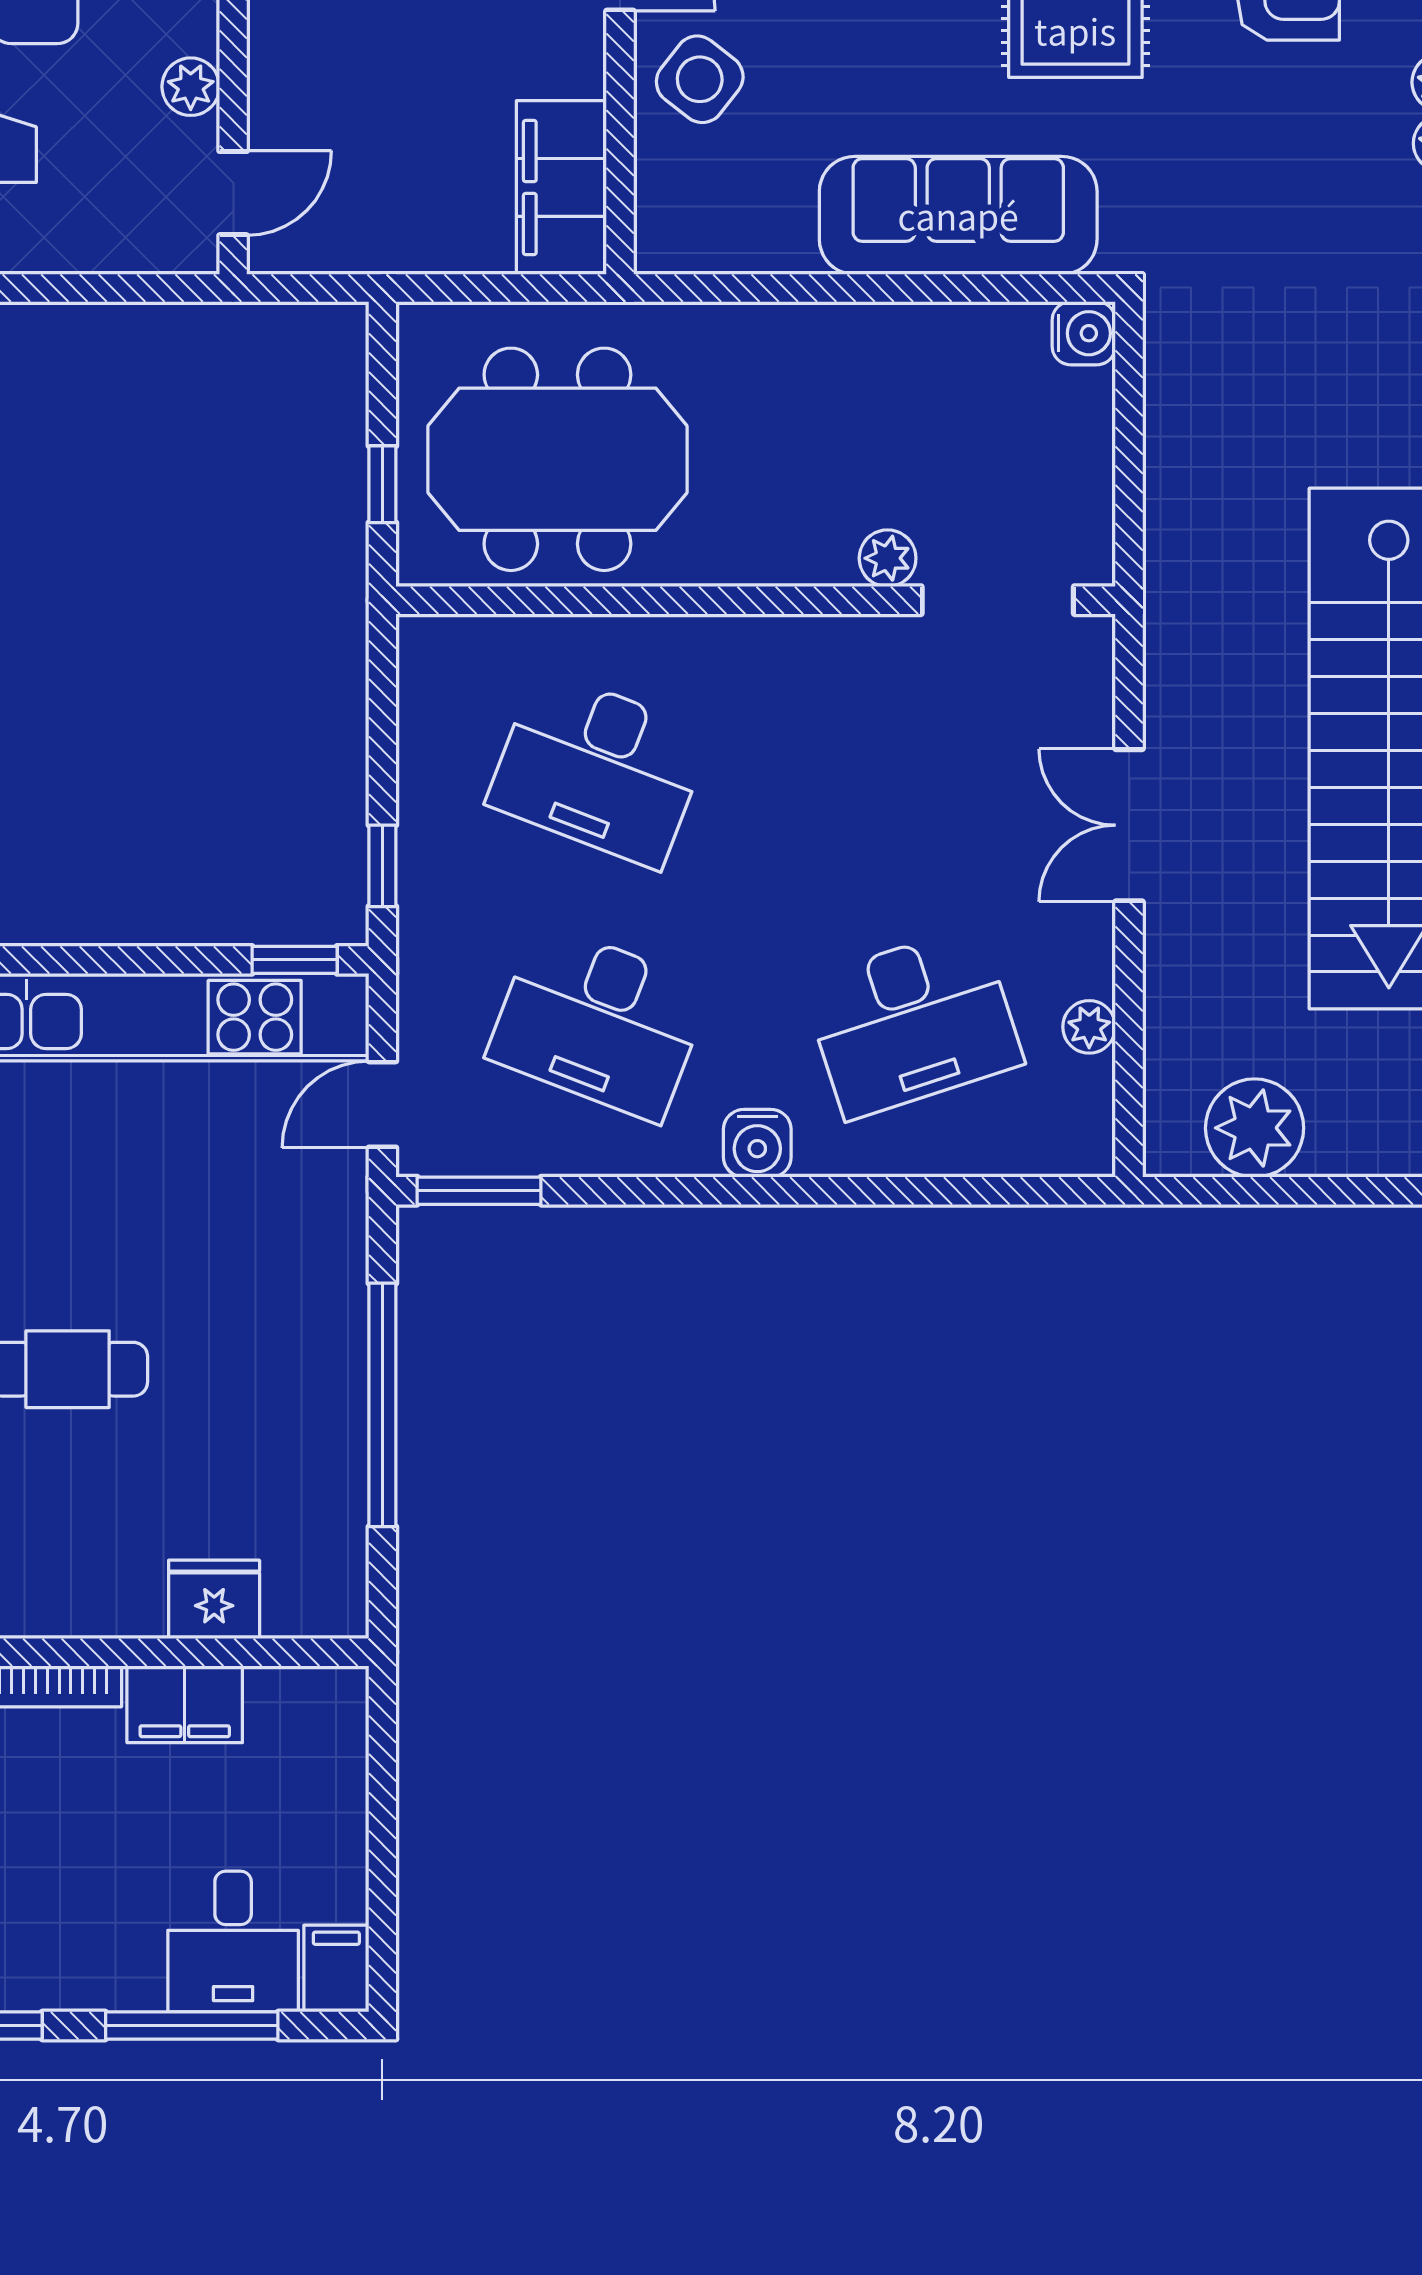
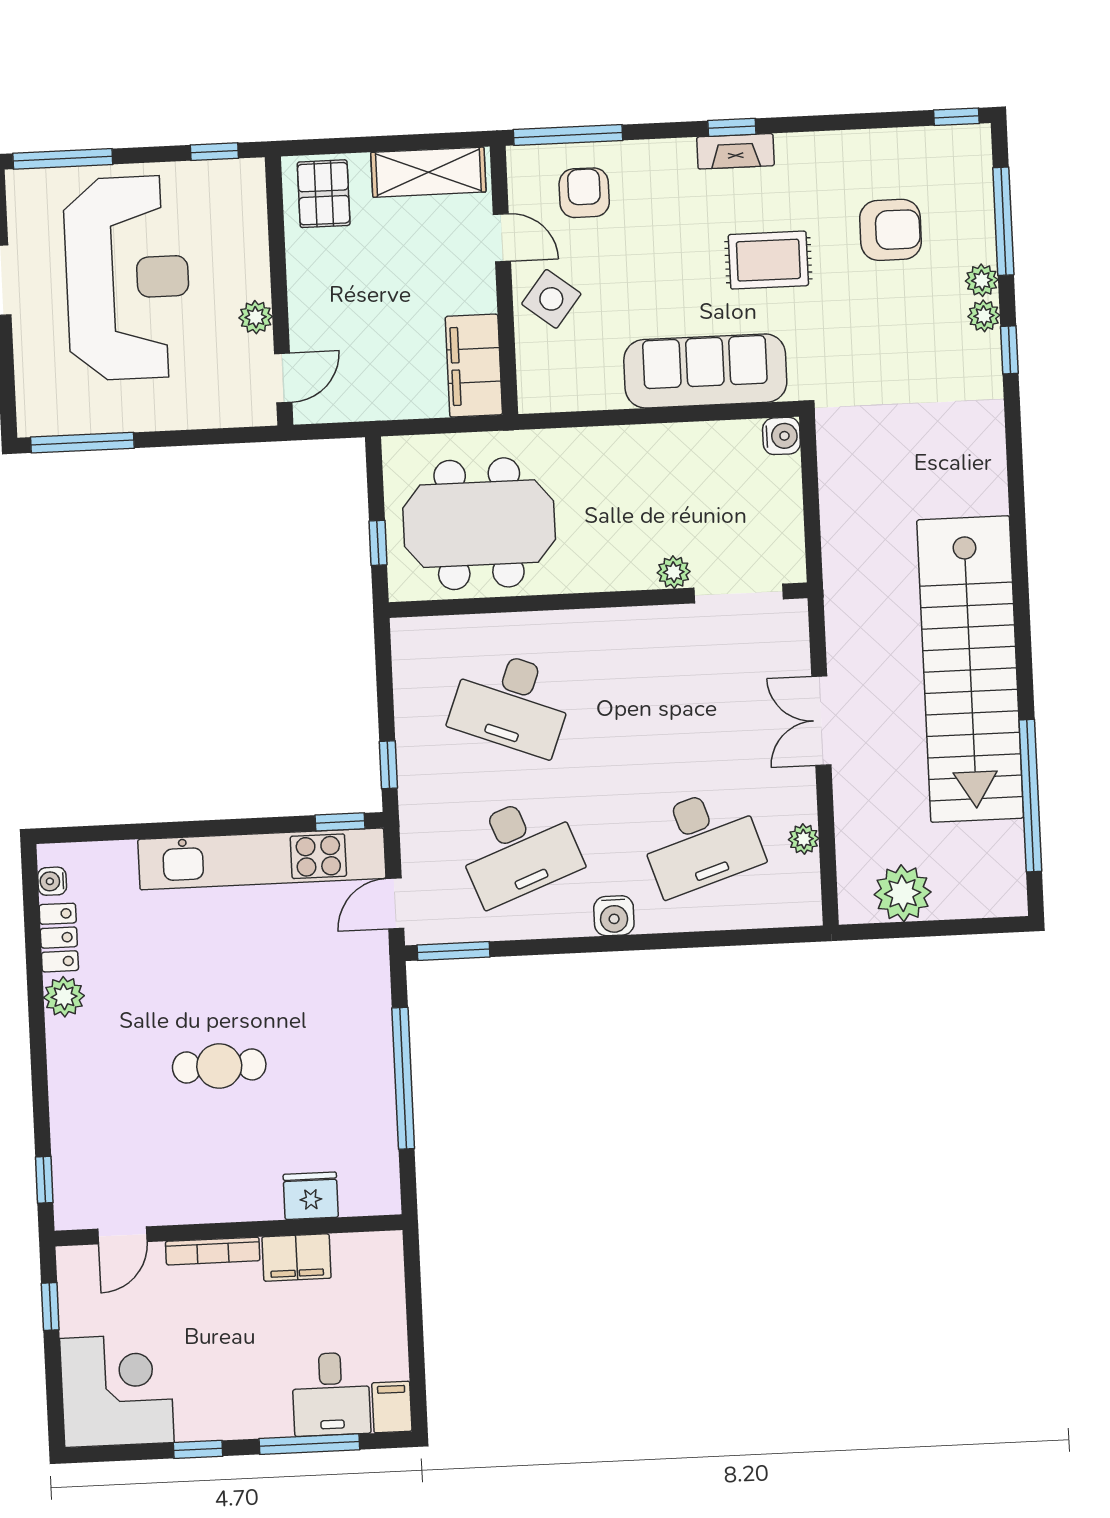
desk: (599, 1022) -> (519, 850), turned -42

